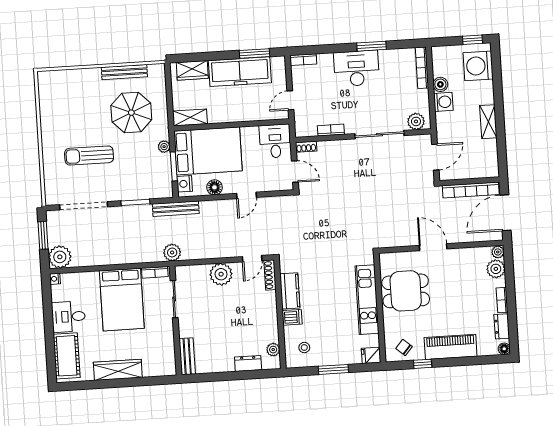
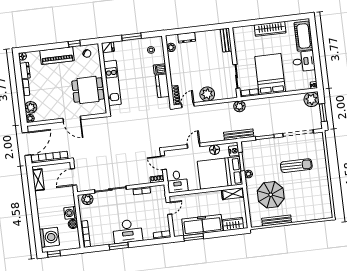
shelving: (488, 122) -> (38, 180), moved

